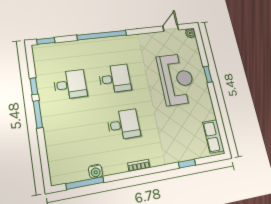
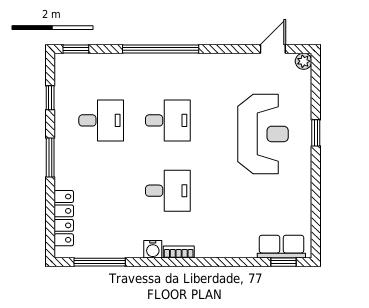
window: (34, 86) -> (50, 98), moved
row of seats: (213, 136) -> (281, 247), moved, turned 90
locker: (54, 156) -> (64, 218), added
window: (187, 164) -> (283, 262), moved
water cooler: (95, 171) -> (153, 249), moved

